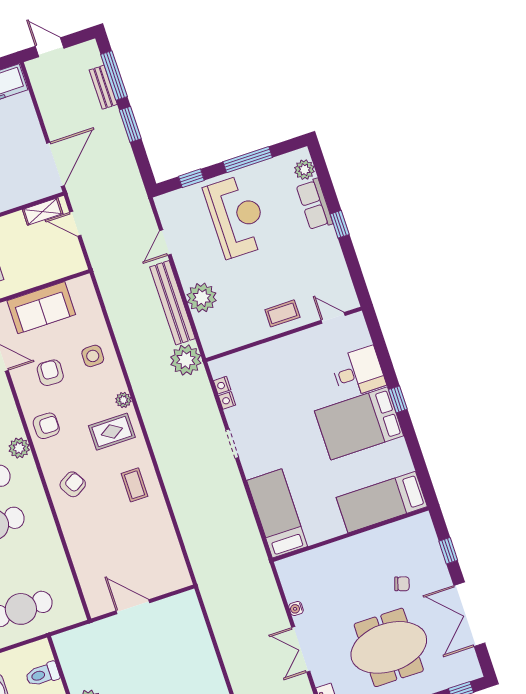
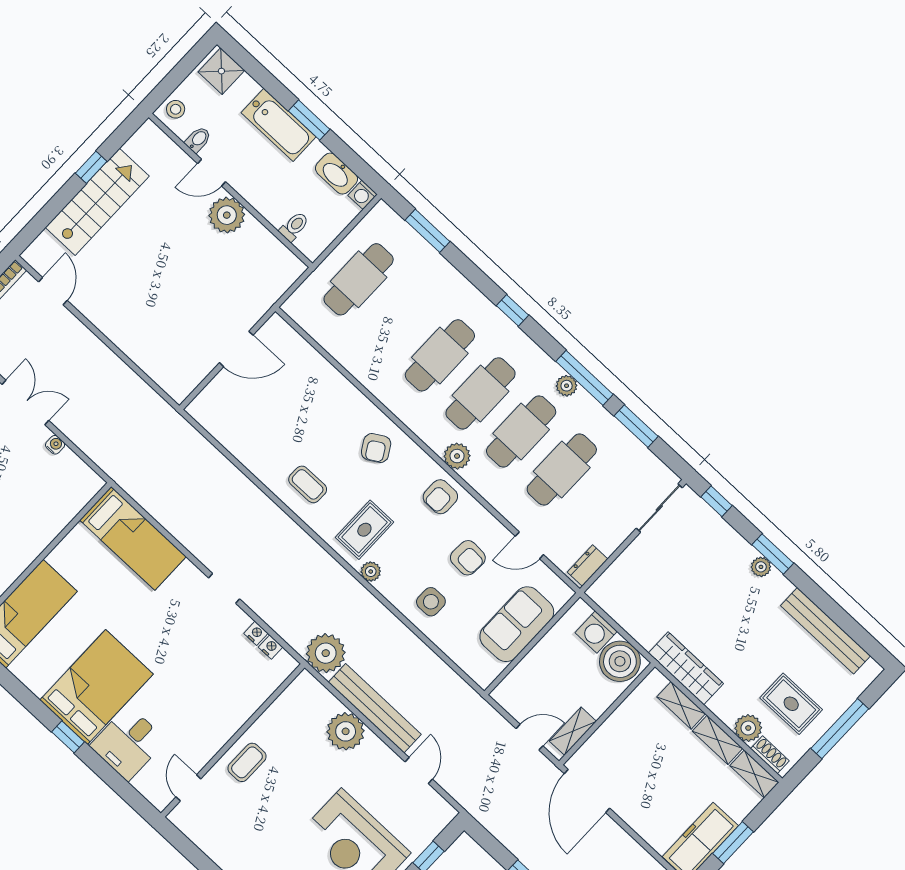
door: (333, 318) -> (188, 788), swing flipped
toilet: (43, 674) -> (294, 226), width x0.73, depth x0.72

